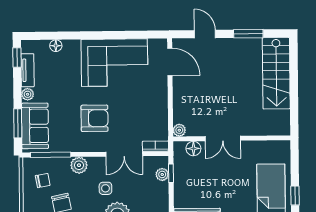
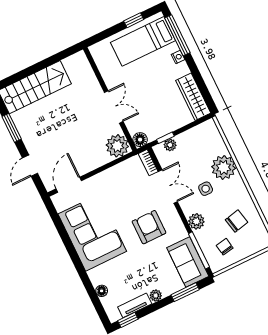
sofa: (35, 126) -> (188, 262), moved, turned -90
plant: (179, 130) -> (117, 146), width x1.88, depth x1.88
floor lamp: (193, 149) -> (140, 140), moved

